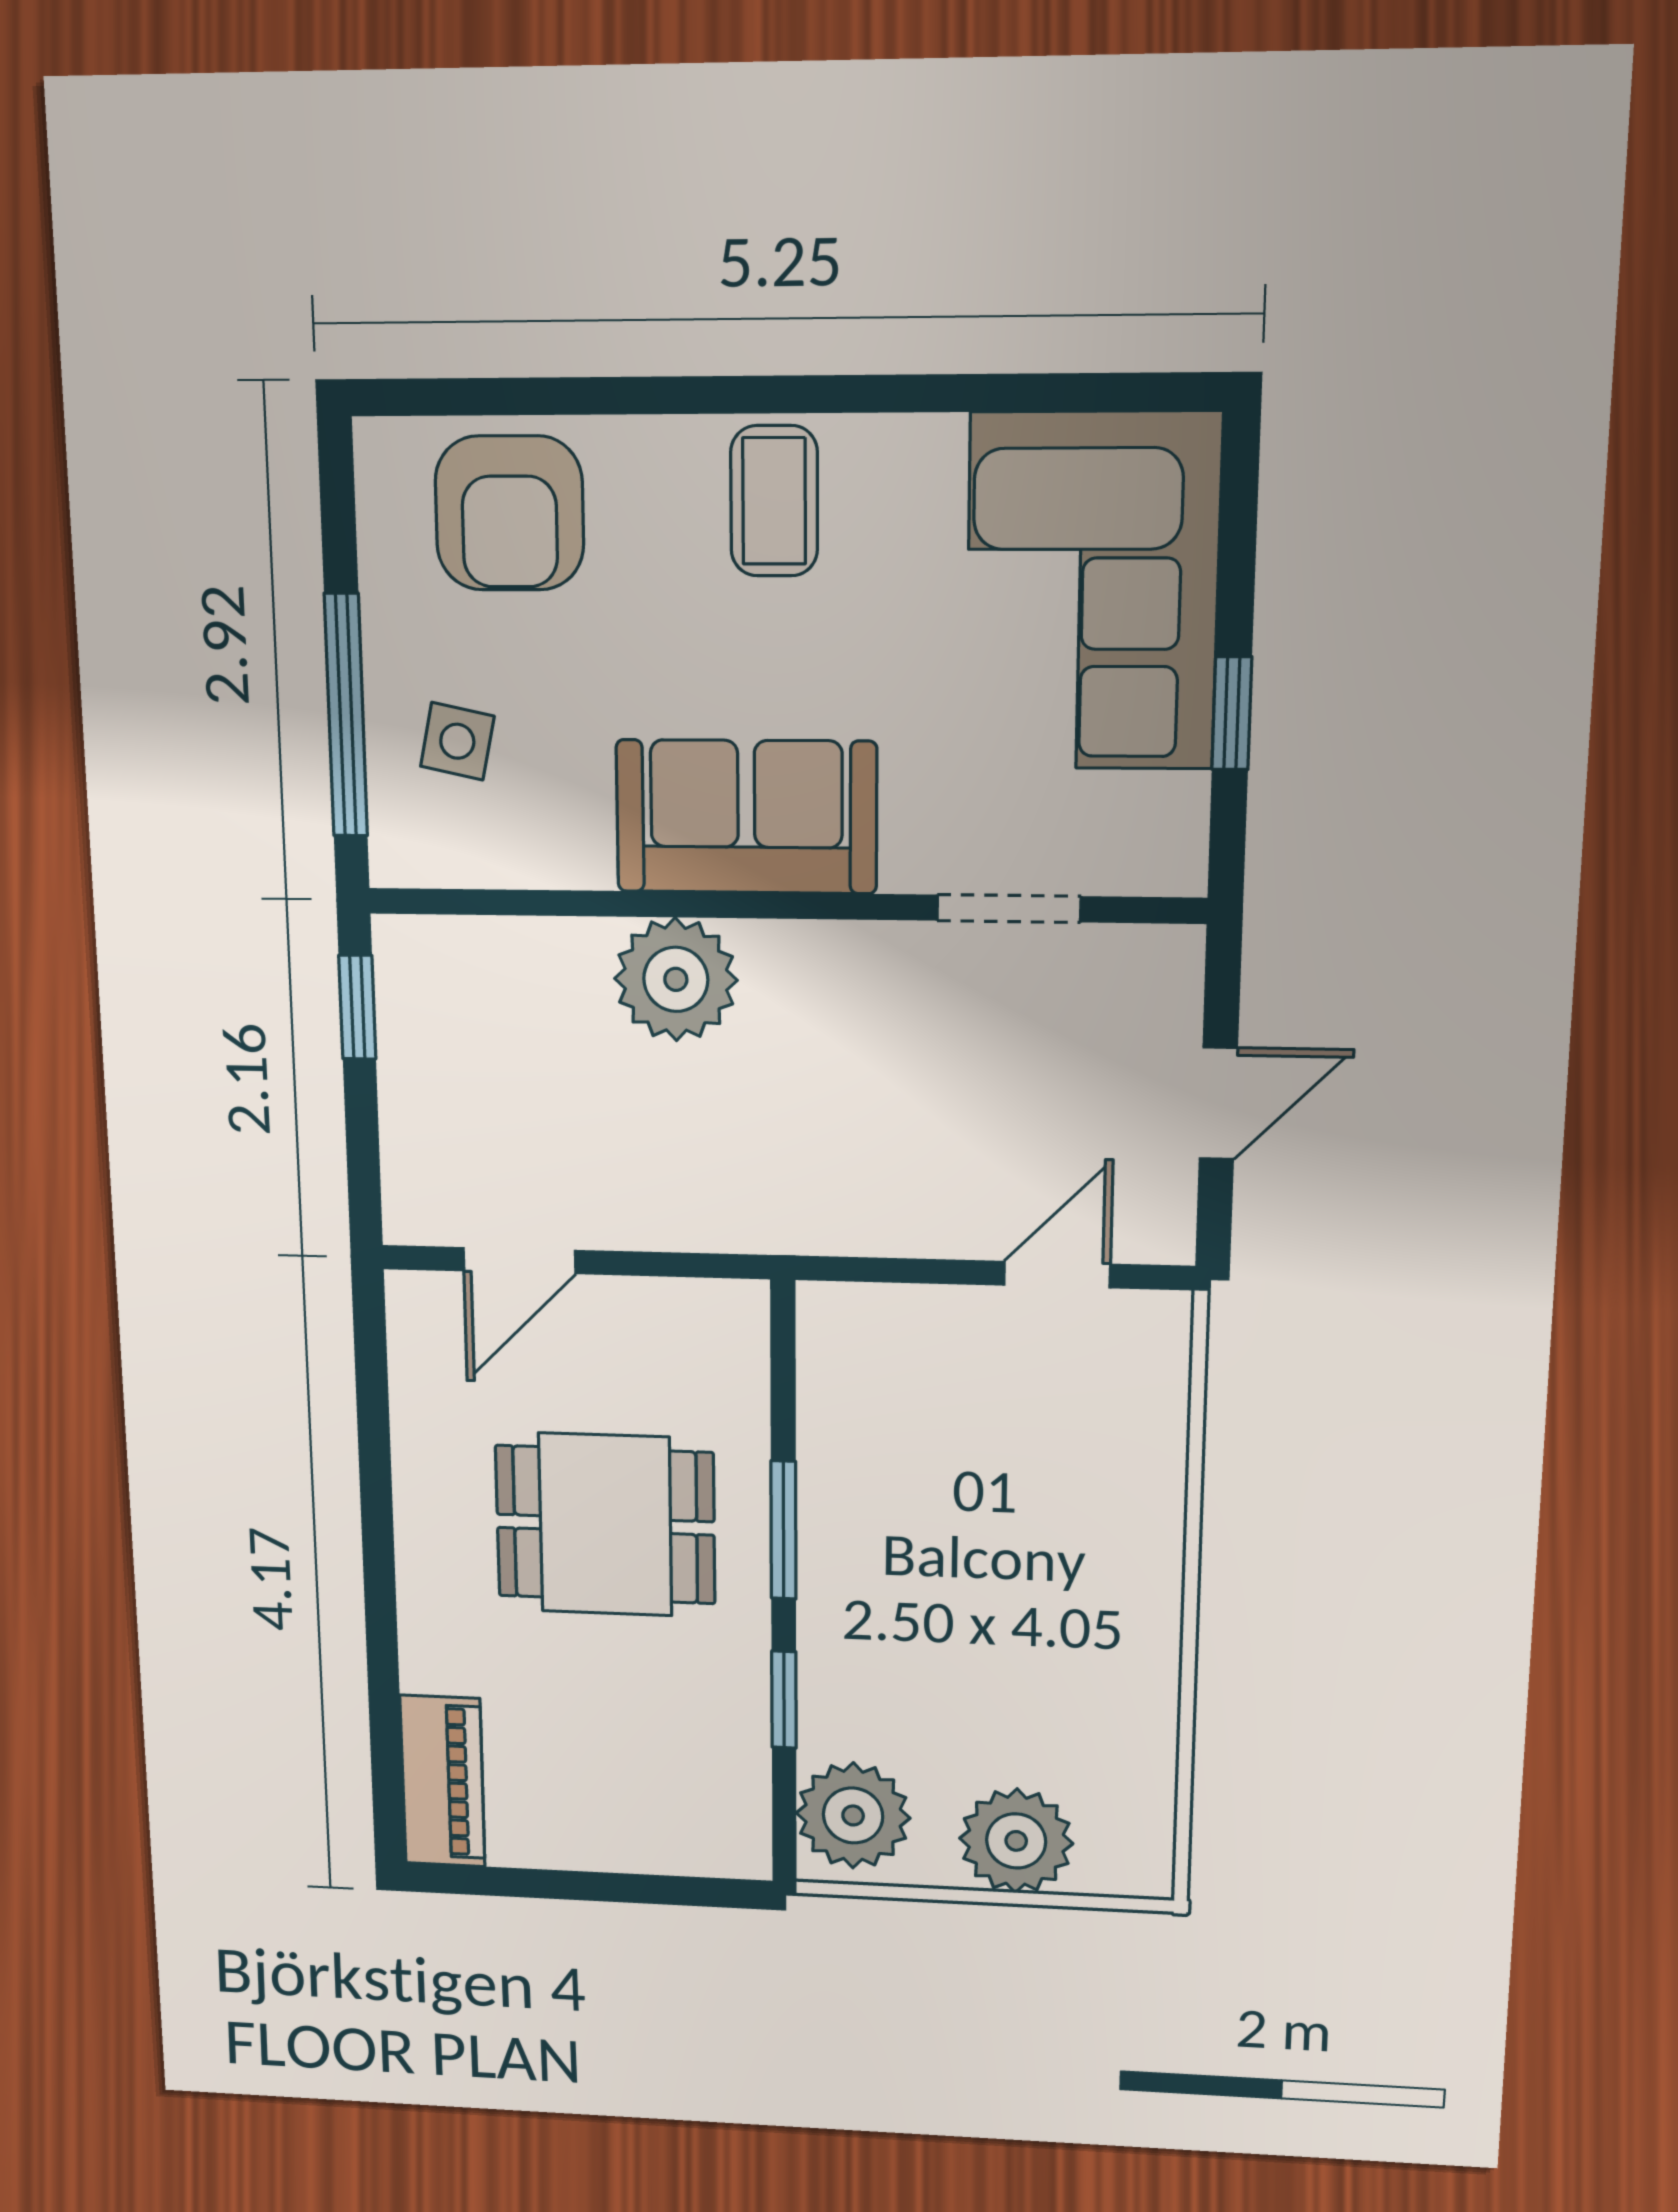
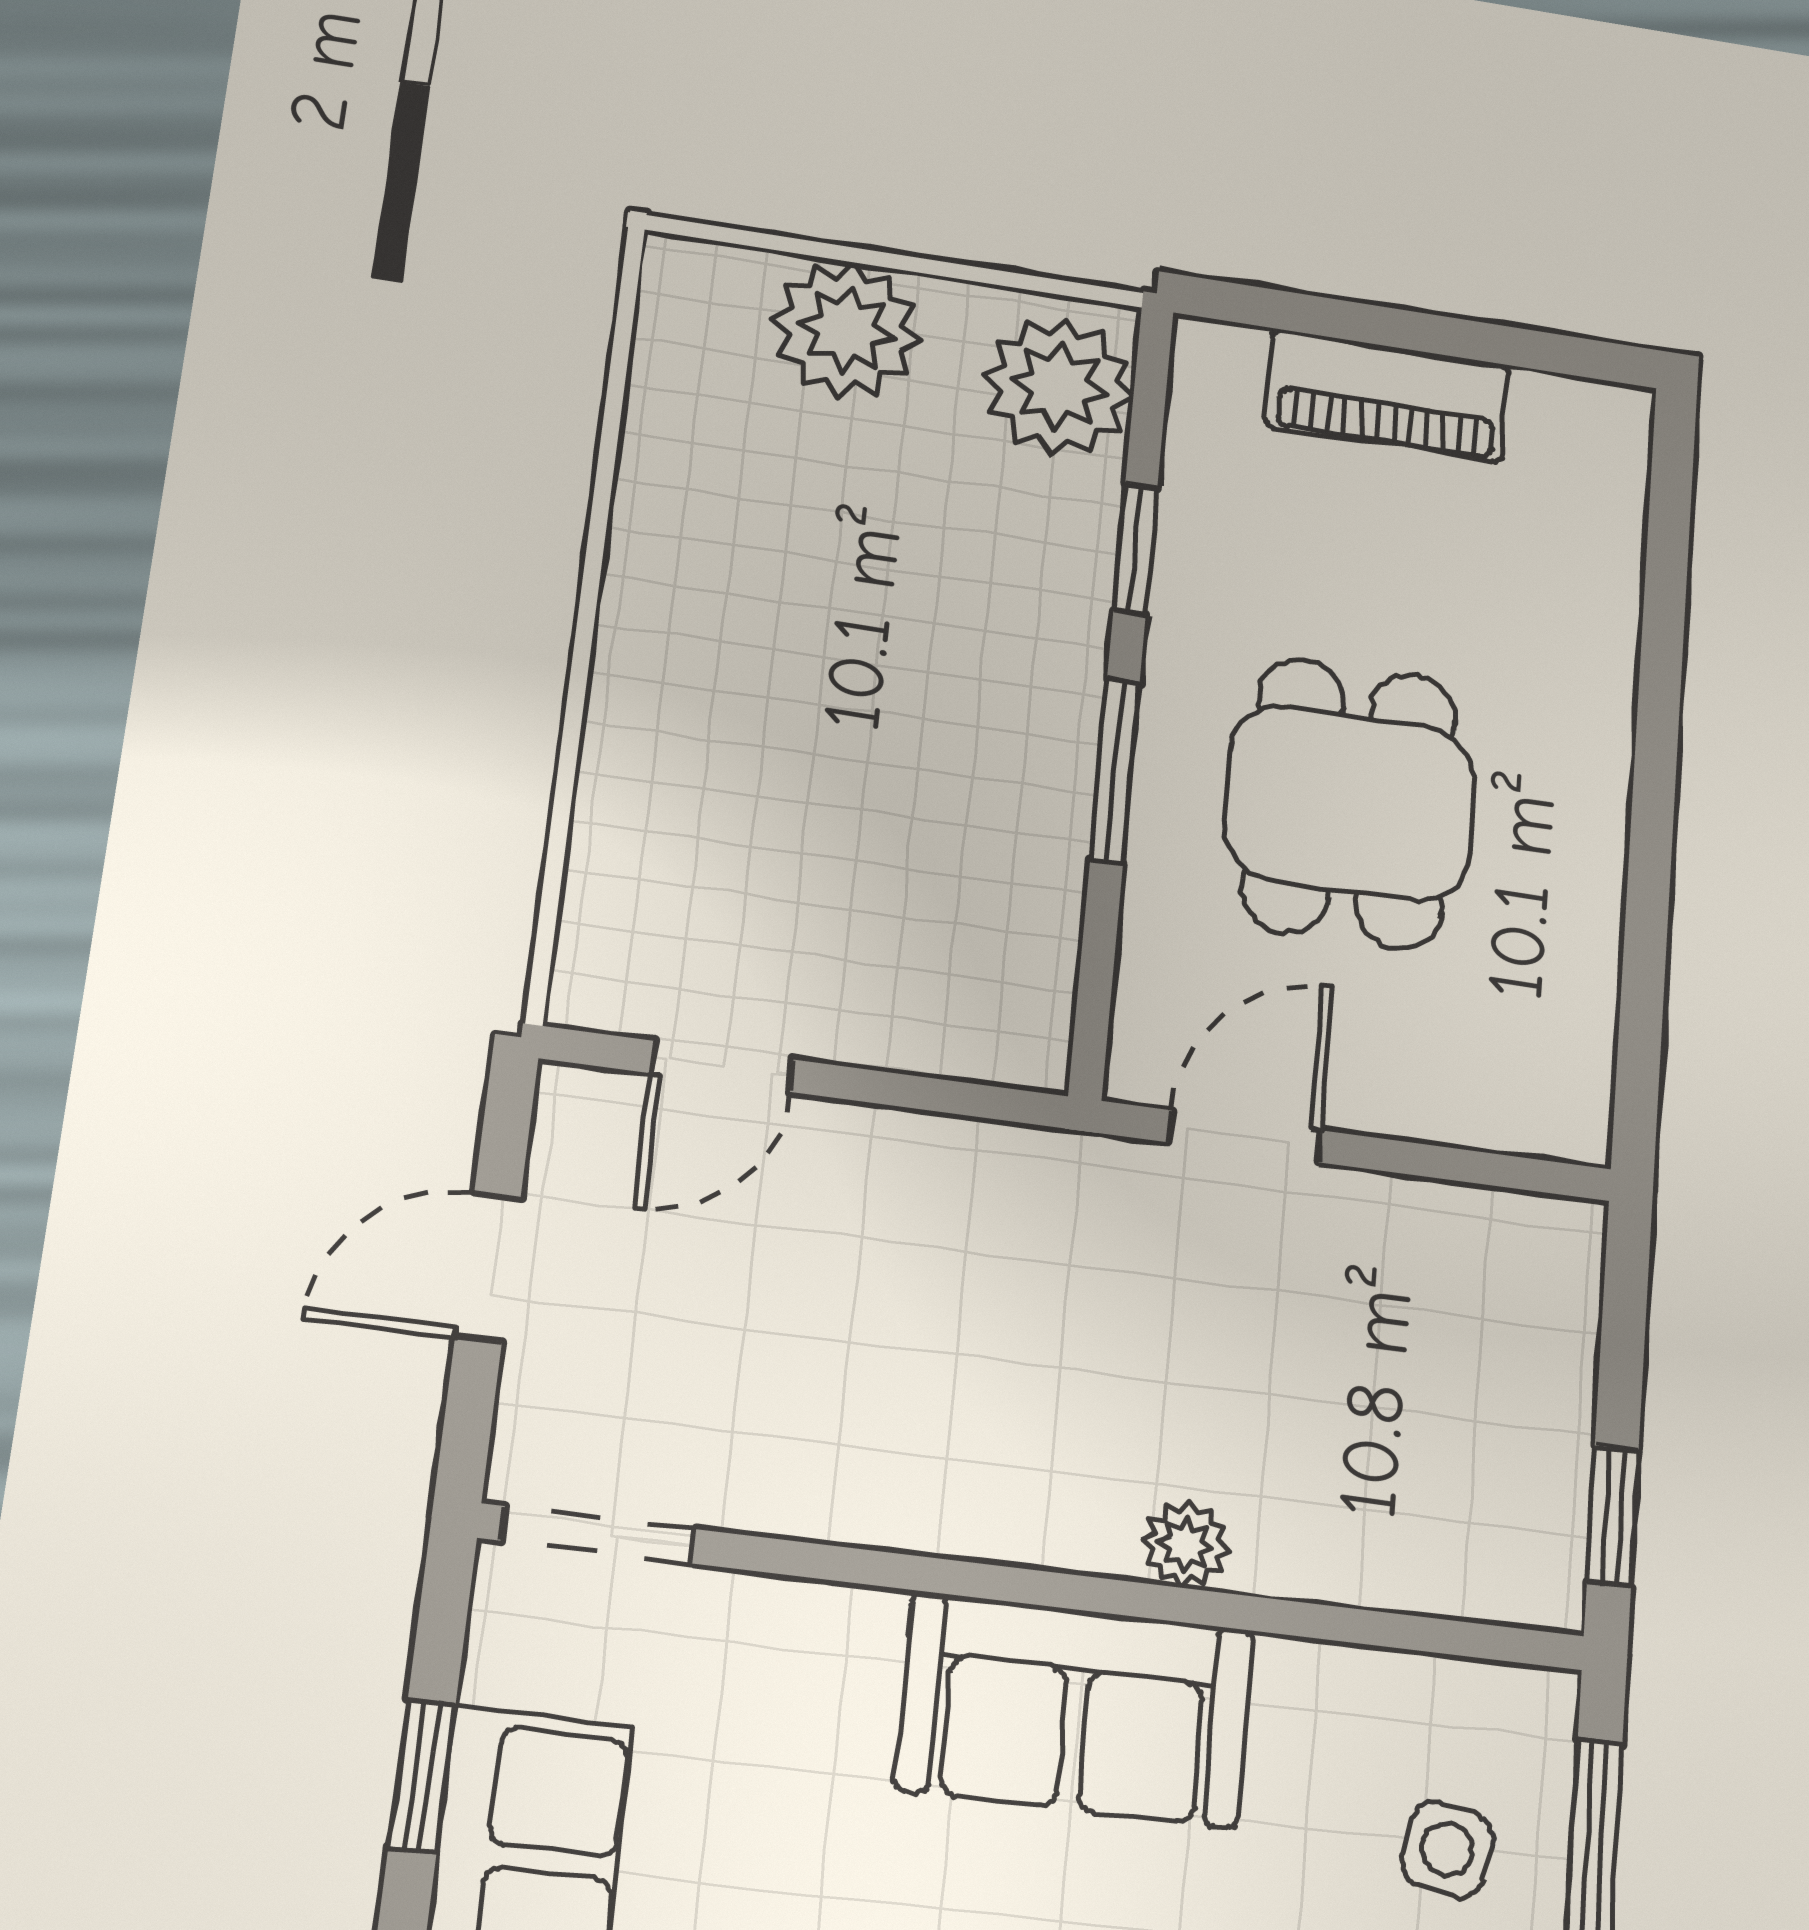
doorway: (1009, 908) -> (598, 1535), moved
plant: (676, 979) -> (1185, 1545), width x0.53, depth x0.53
door: (519, 1261) -> (1245, 1136), moved
dining table: (605, 1525) -> (1350, 803), turned 90
piano: (442, 1781) -> (1388, 396), moved, turned -90

